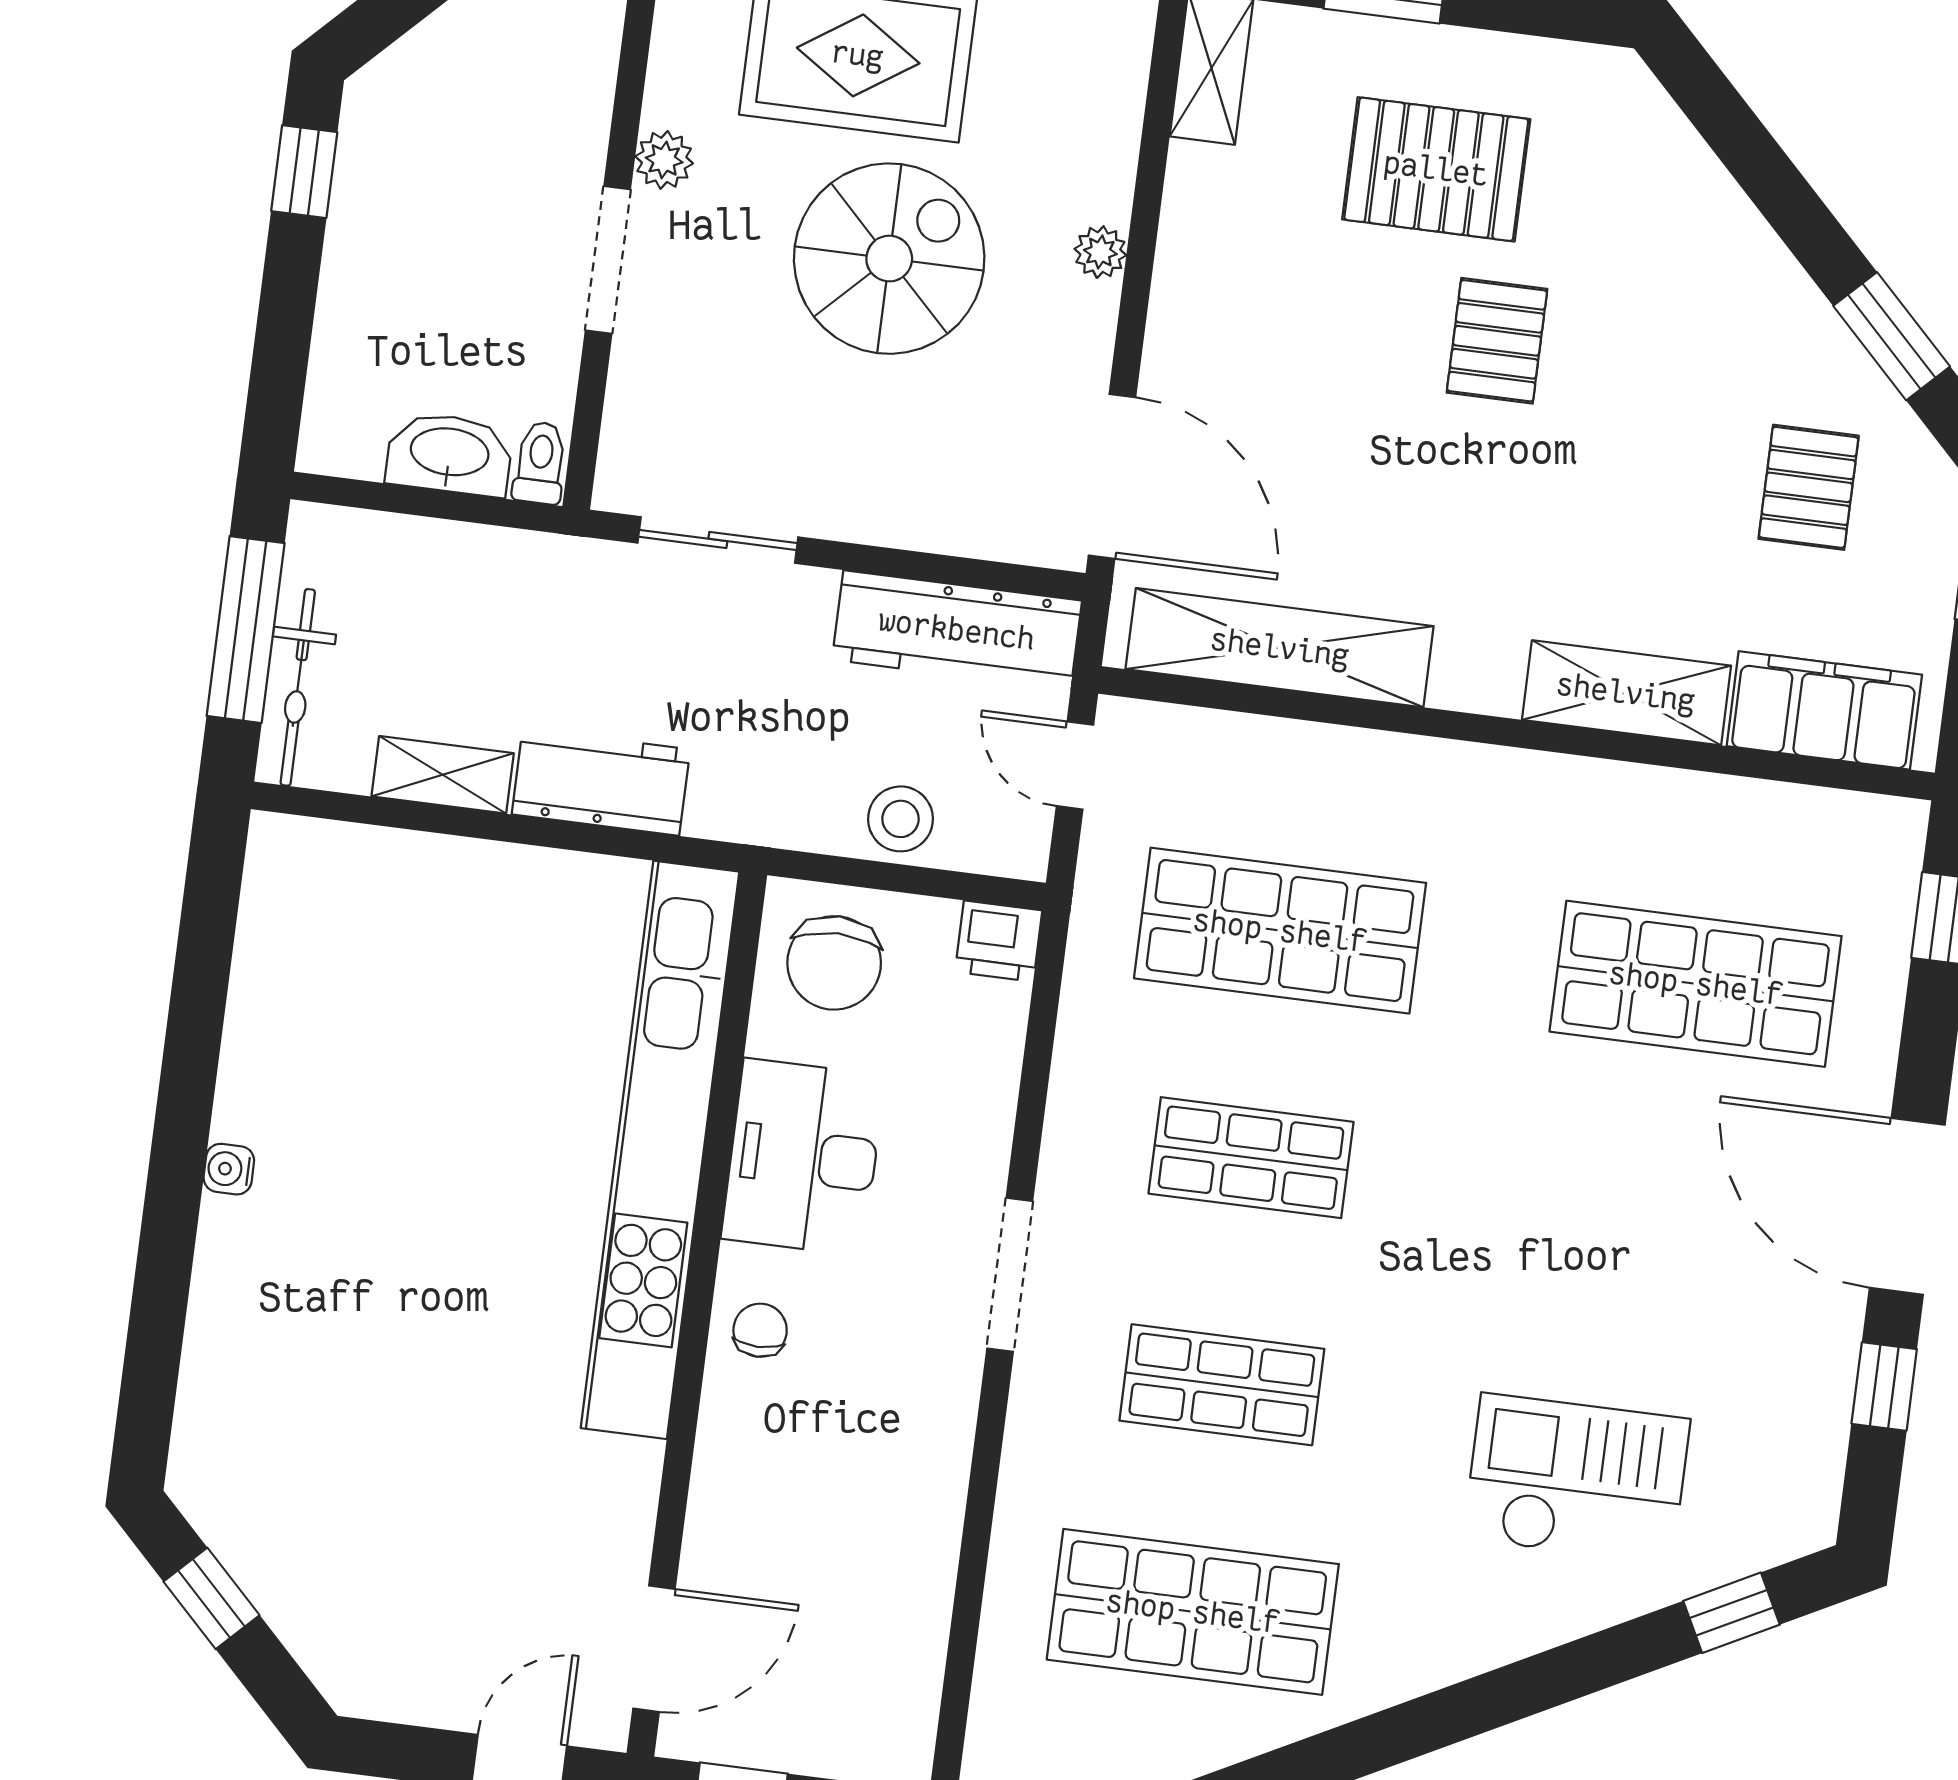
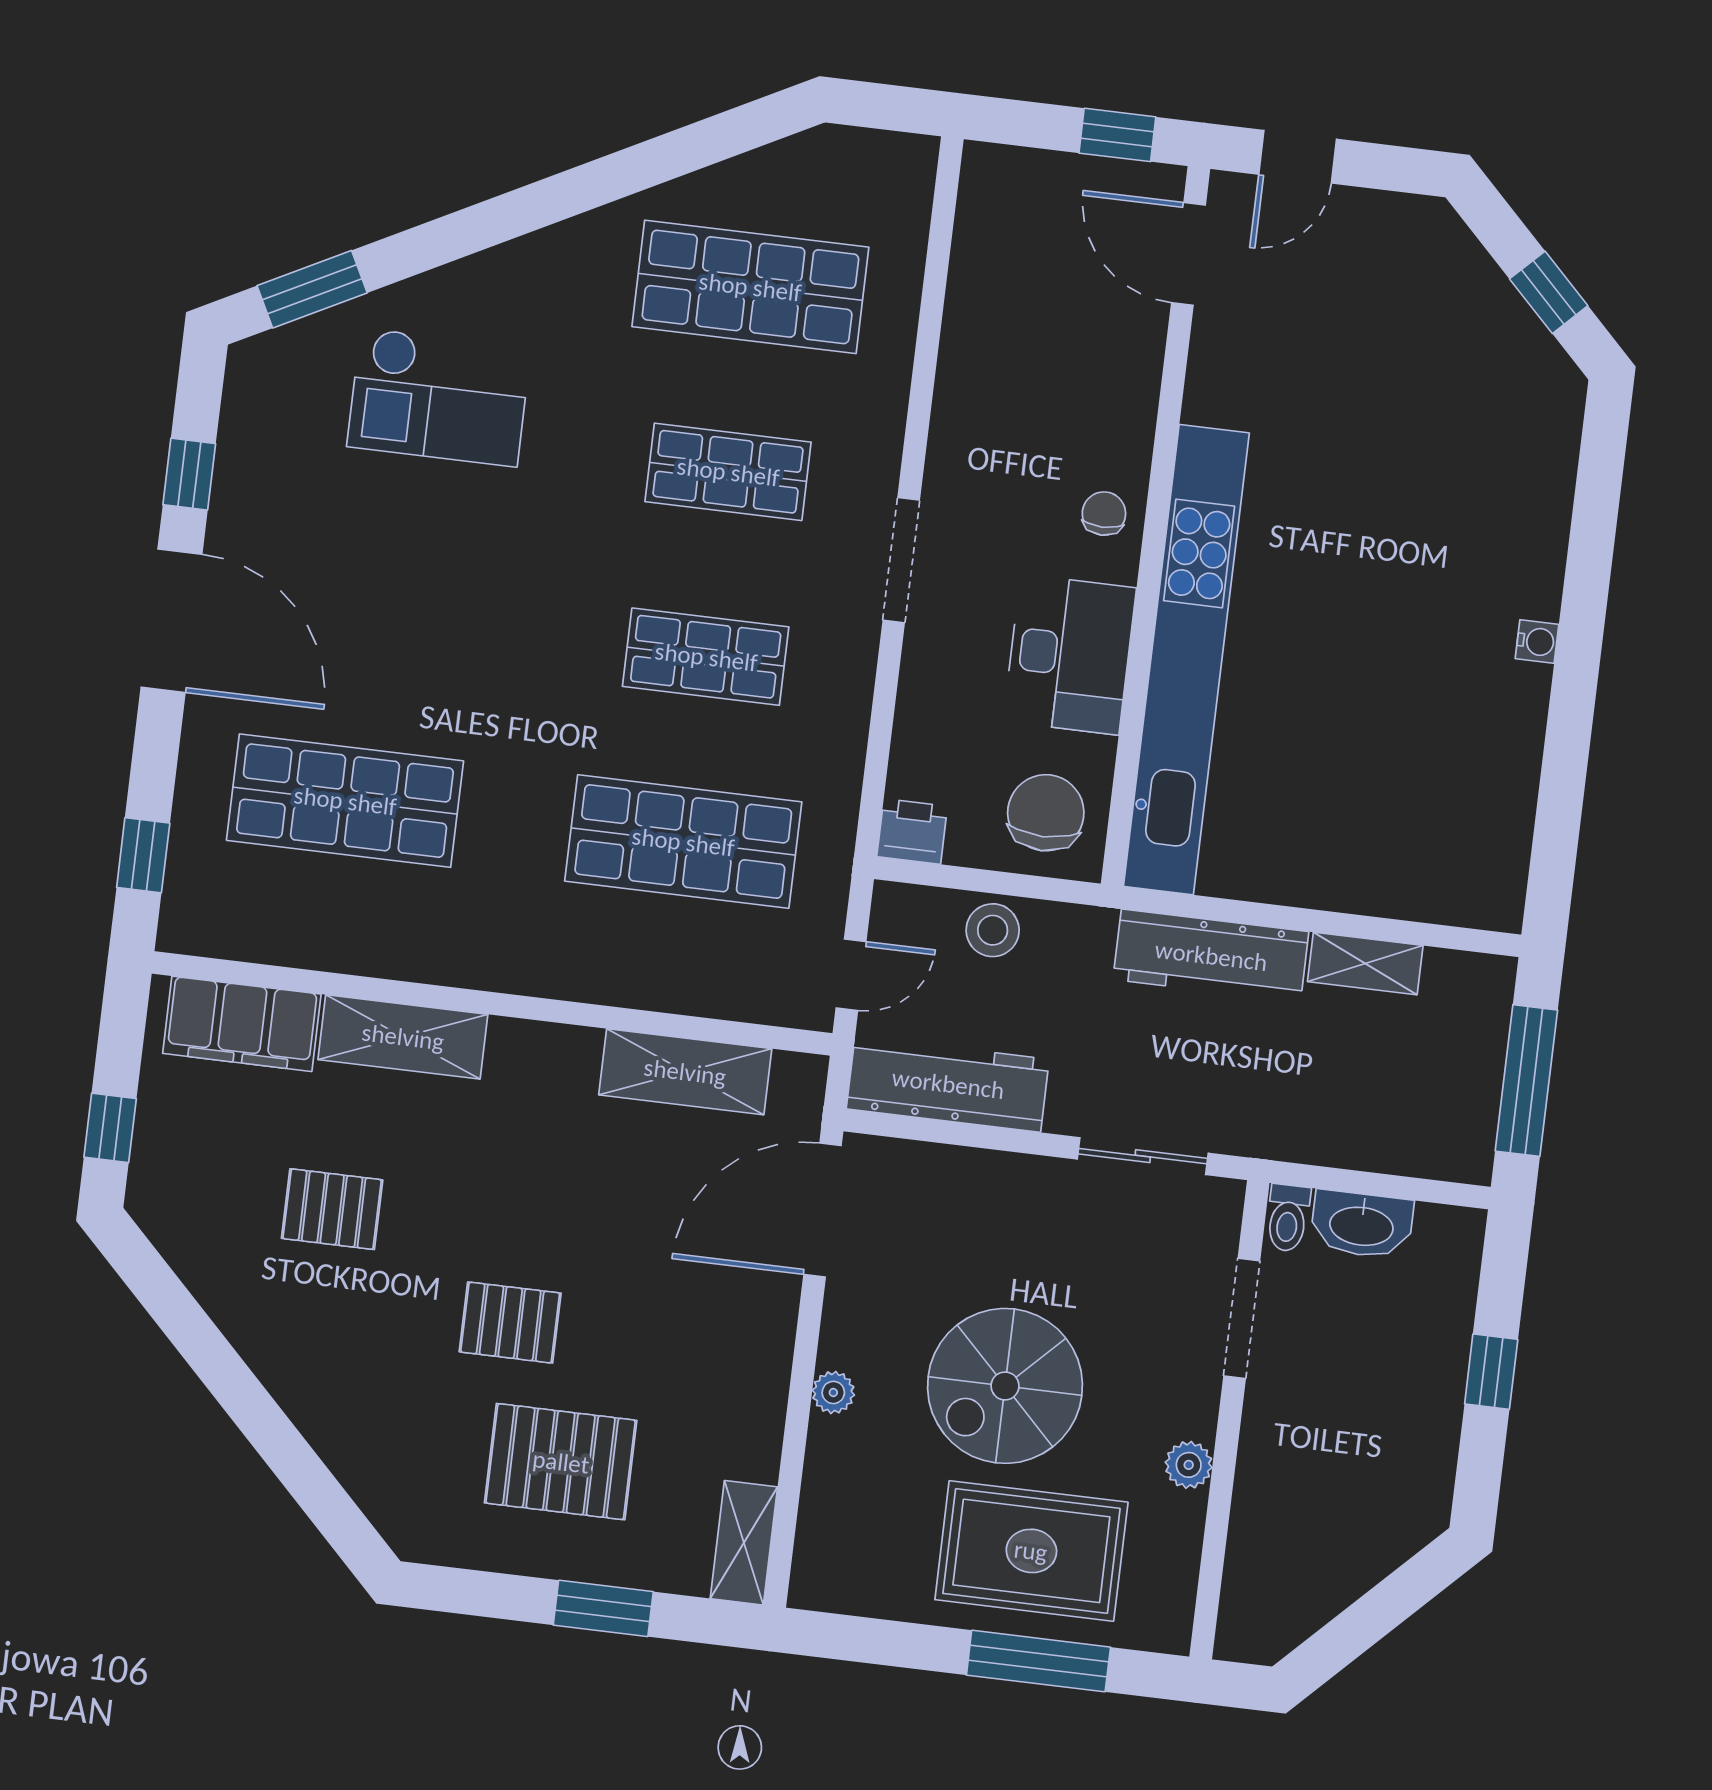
window: (304, 172) -> (1491, 1372), moved
doorway: (608, 260) -> (1242, 1318), moved
window: (1892, 336) -> (189, 1328), removed
pallet: (1497, 341) -> (510, 1323), turned 90
door: (1112, 476) -> (823, 1210), hinge flipped
pallet: (1809, 487) -> (332, 1209), moved, turned 90
shelving: (1280, 648) -> (685, 1072), width x0.68
bicycle: (298, 687) -> (1484, 1034), removed
door: (1075, 765) -> (851, 975), hinge flipped
workbench: (601, 782) -> (1211, 956), width x1.37
chair: (760, 1330) -> (1104, 514), turned 180
window: (1732, 1613) -> (312, 289), width x1.50
door: (654, 1649) -> (1189, 254), hinge flipped

